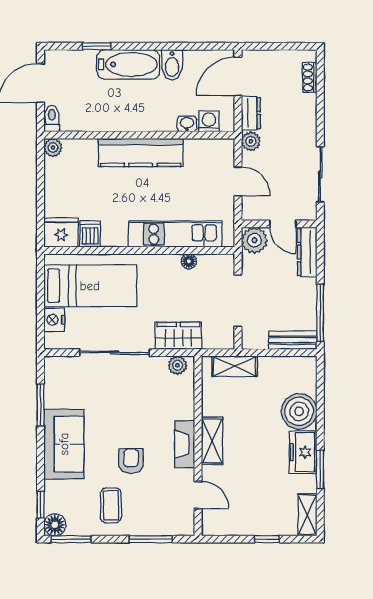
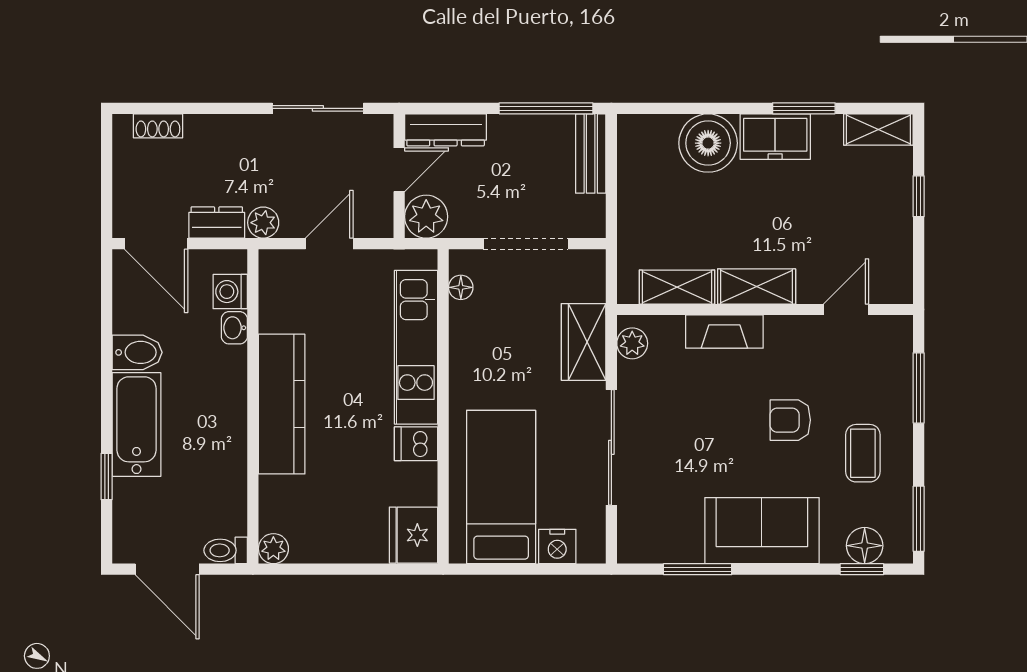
dishwasher: (90, 234) -> (416, 444), moved
floor lamp: (189, 261) -> (461, 287), moved
shelving: (235, 366) -> (677, 287), moved, turned 90
fireplace: (185, 444) -> (724, 332), moved
coffee table: (111, 505) -> (863, 453), turned 90
floor lamp: (55, 525) -> (865, 546), moved

